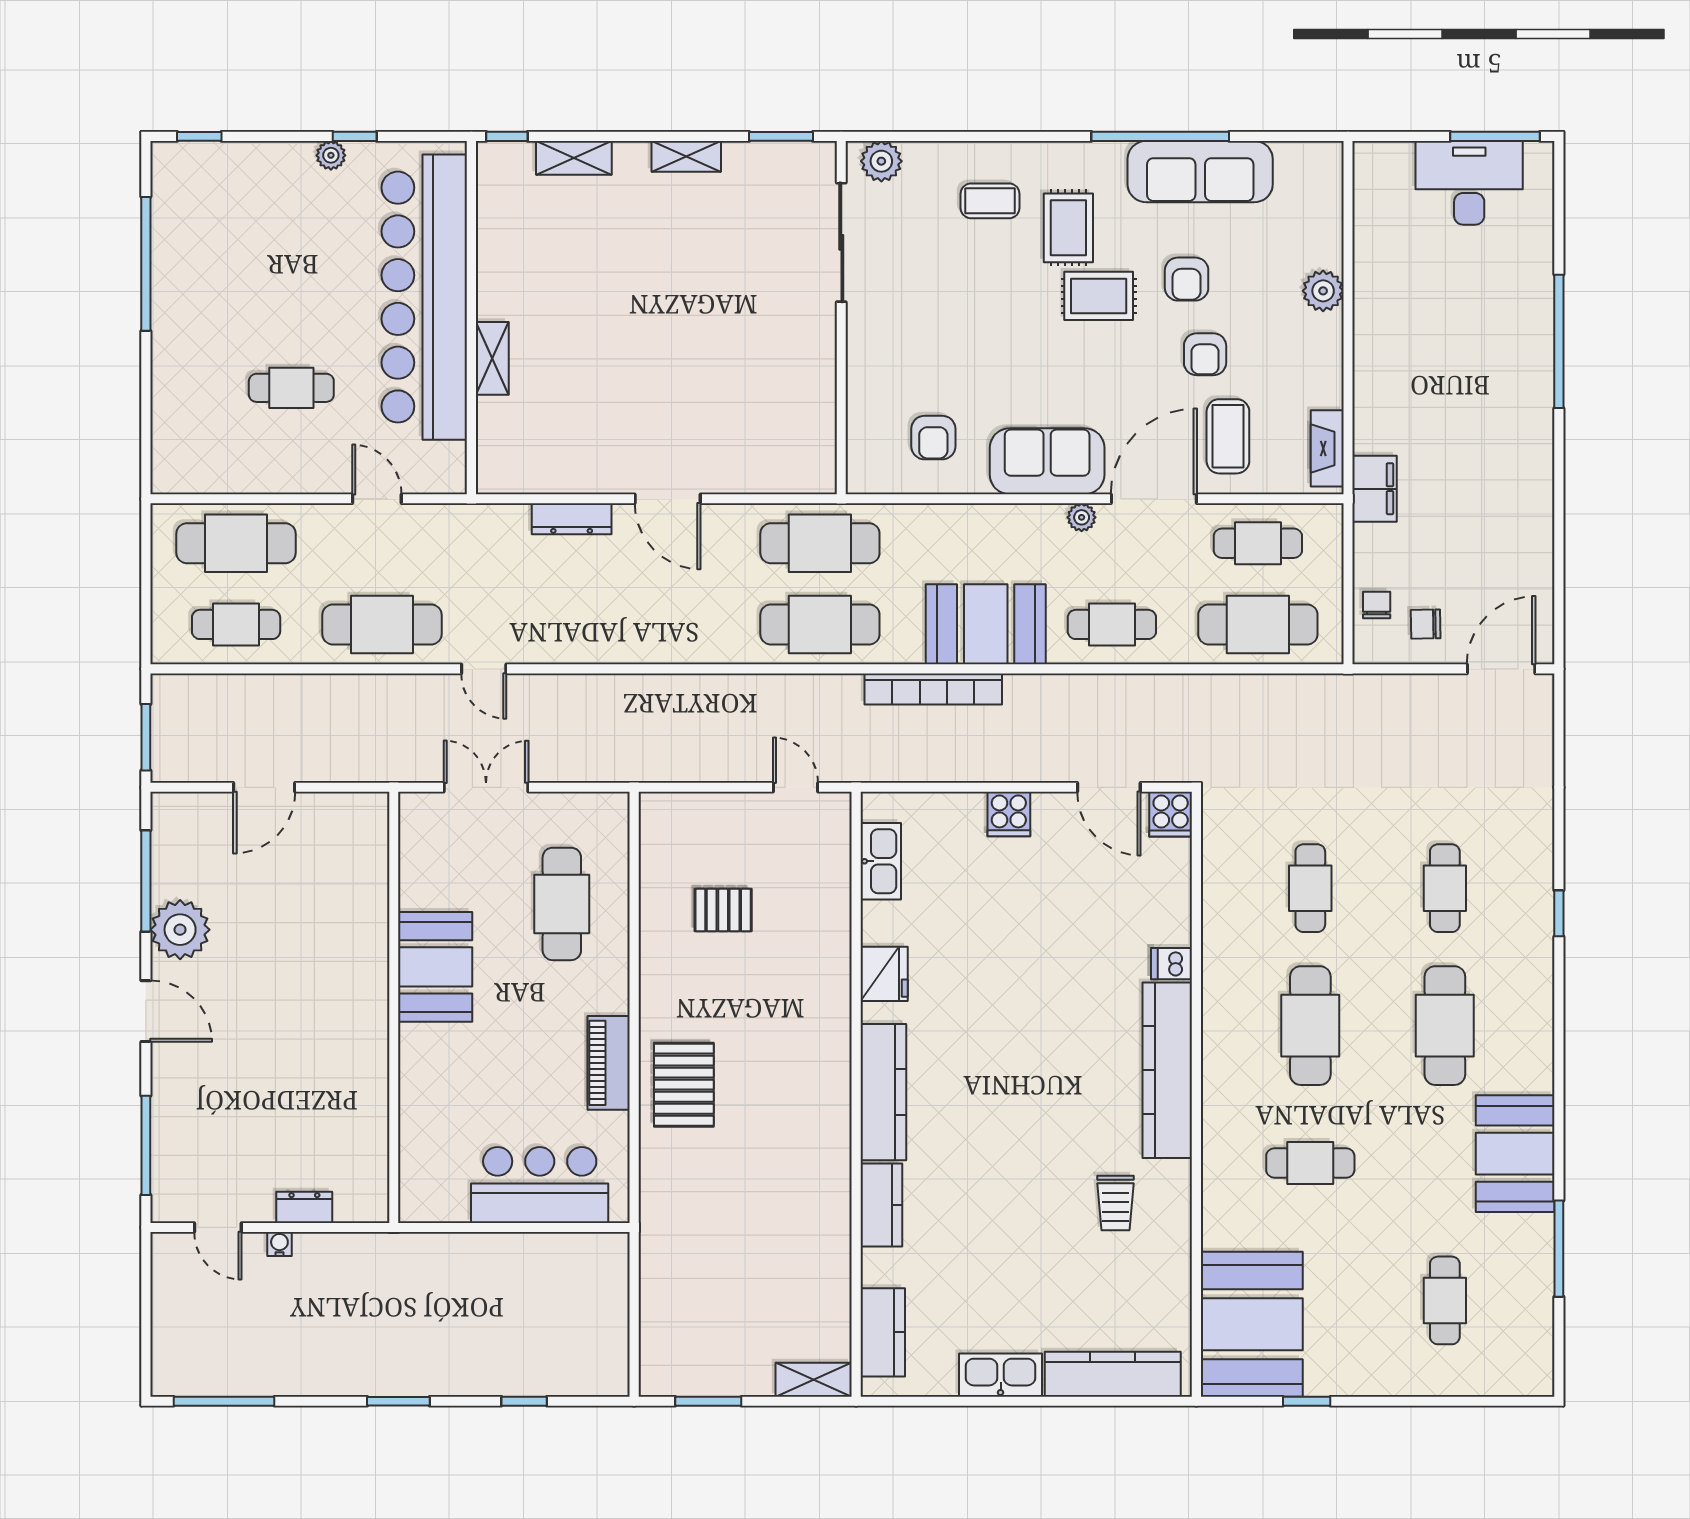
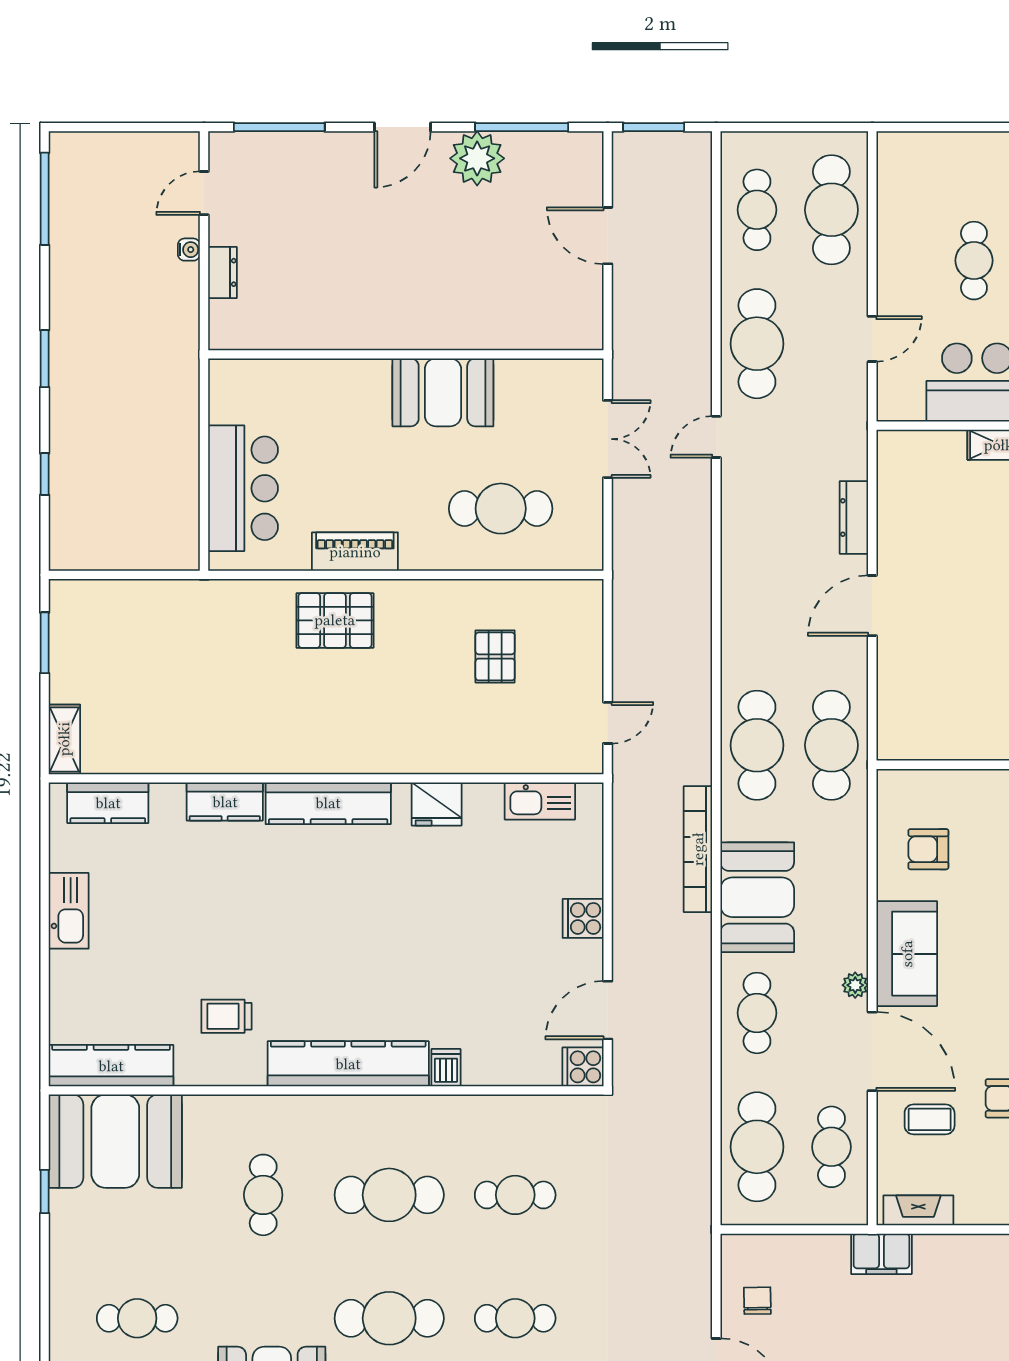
coffee table: (1228, 436) -> (930, 1119), width x0.73, depth x0.77
chair: (1377, 605) -> (775, 1256), removed
kitchen counter: (1113, 1374) -> (111, 1066), moved, turned -90

